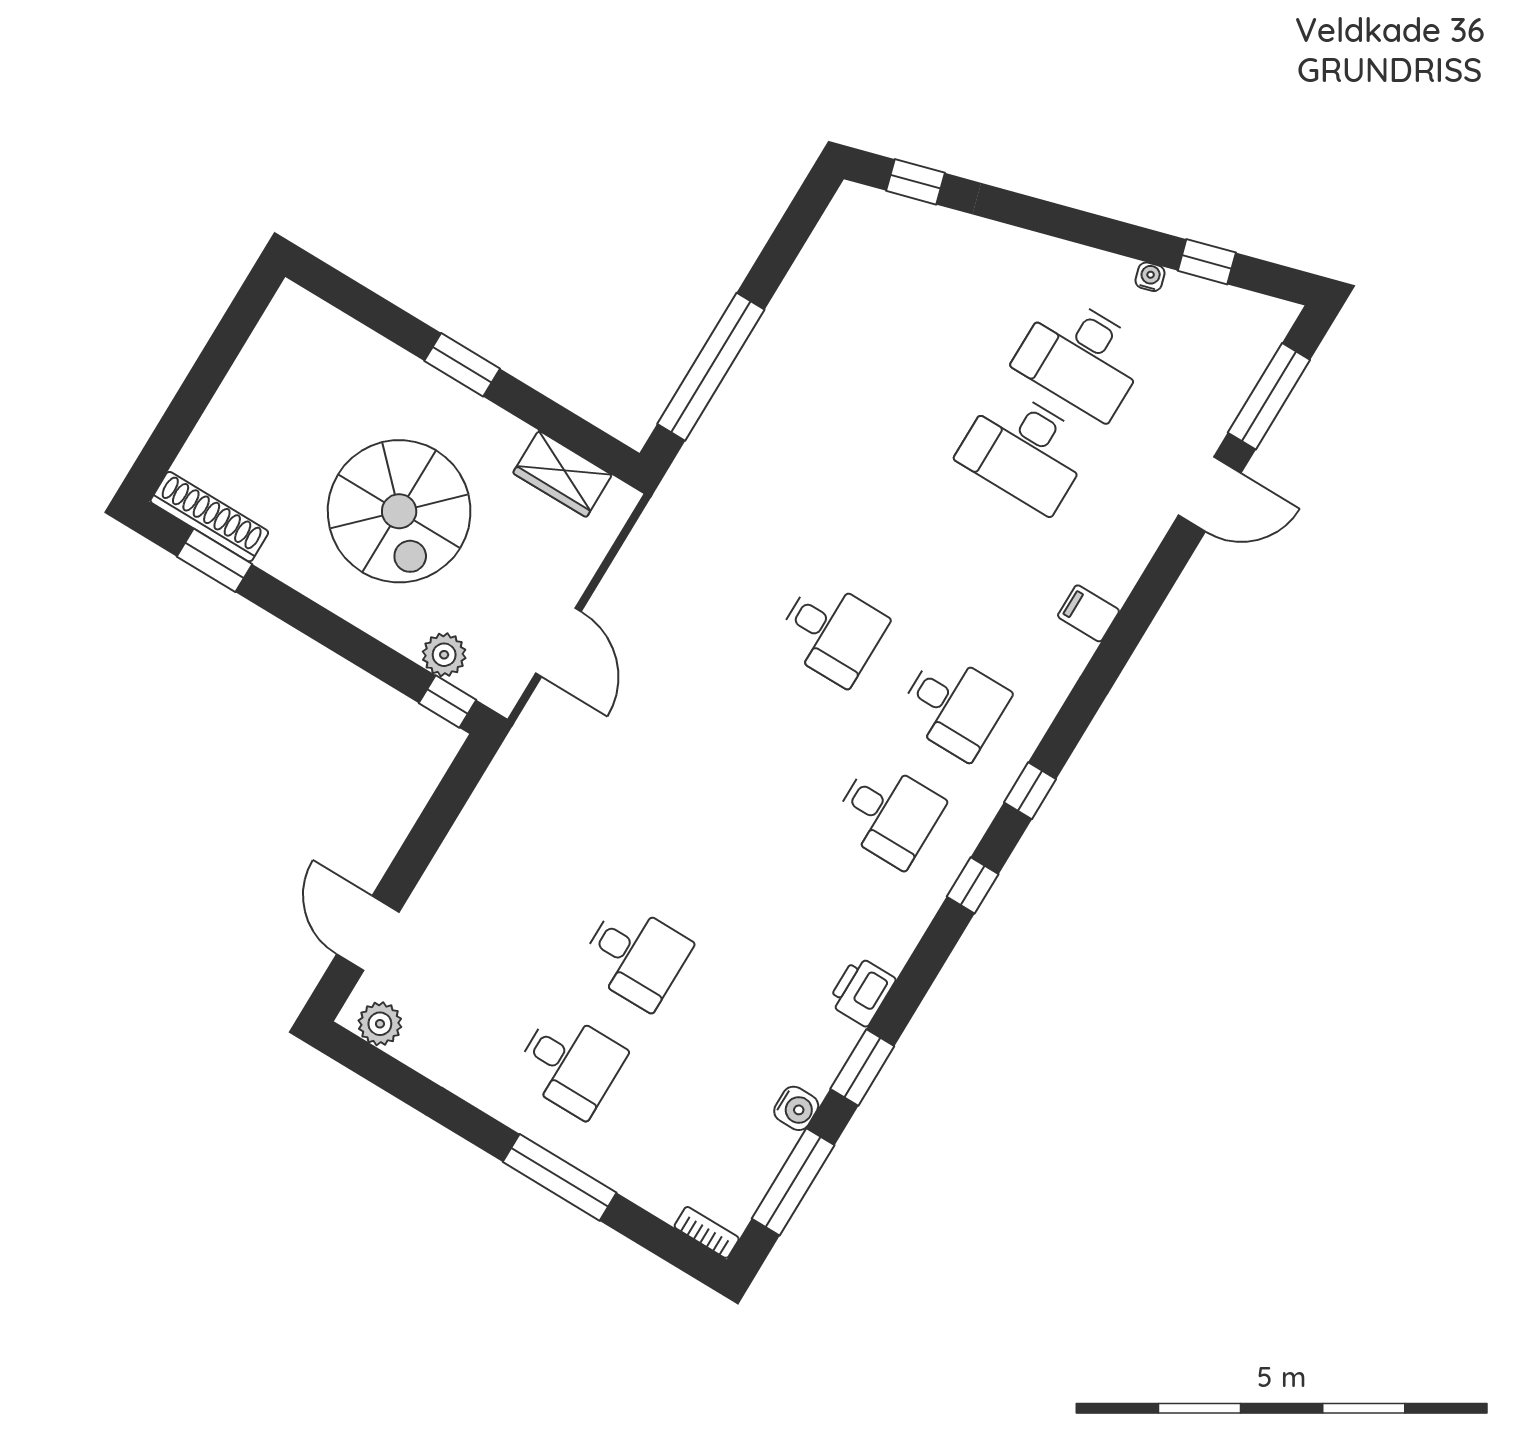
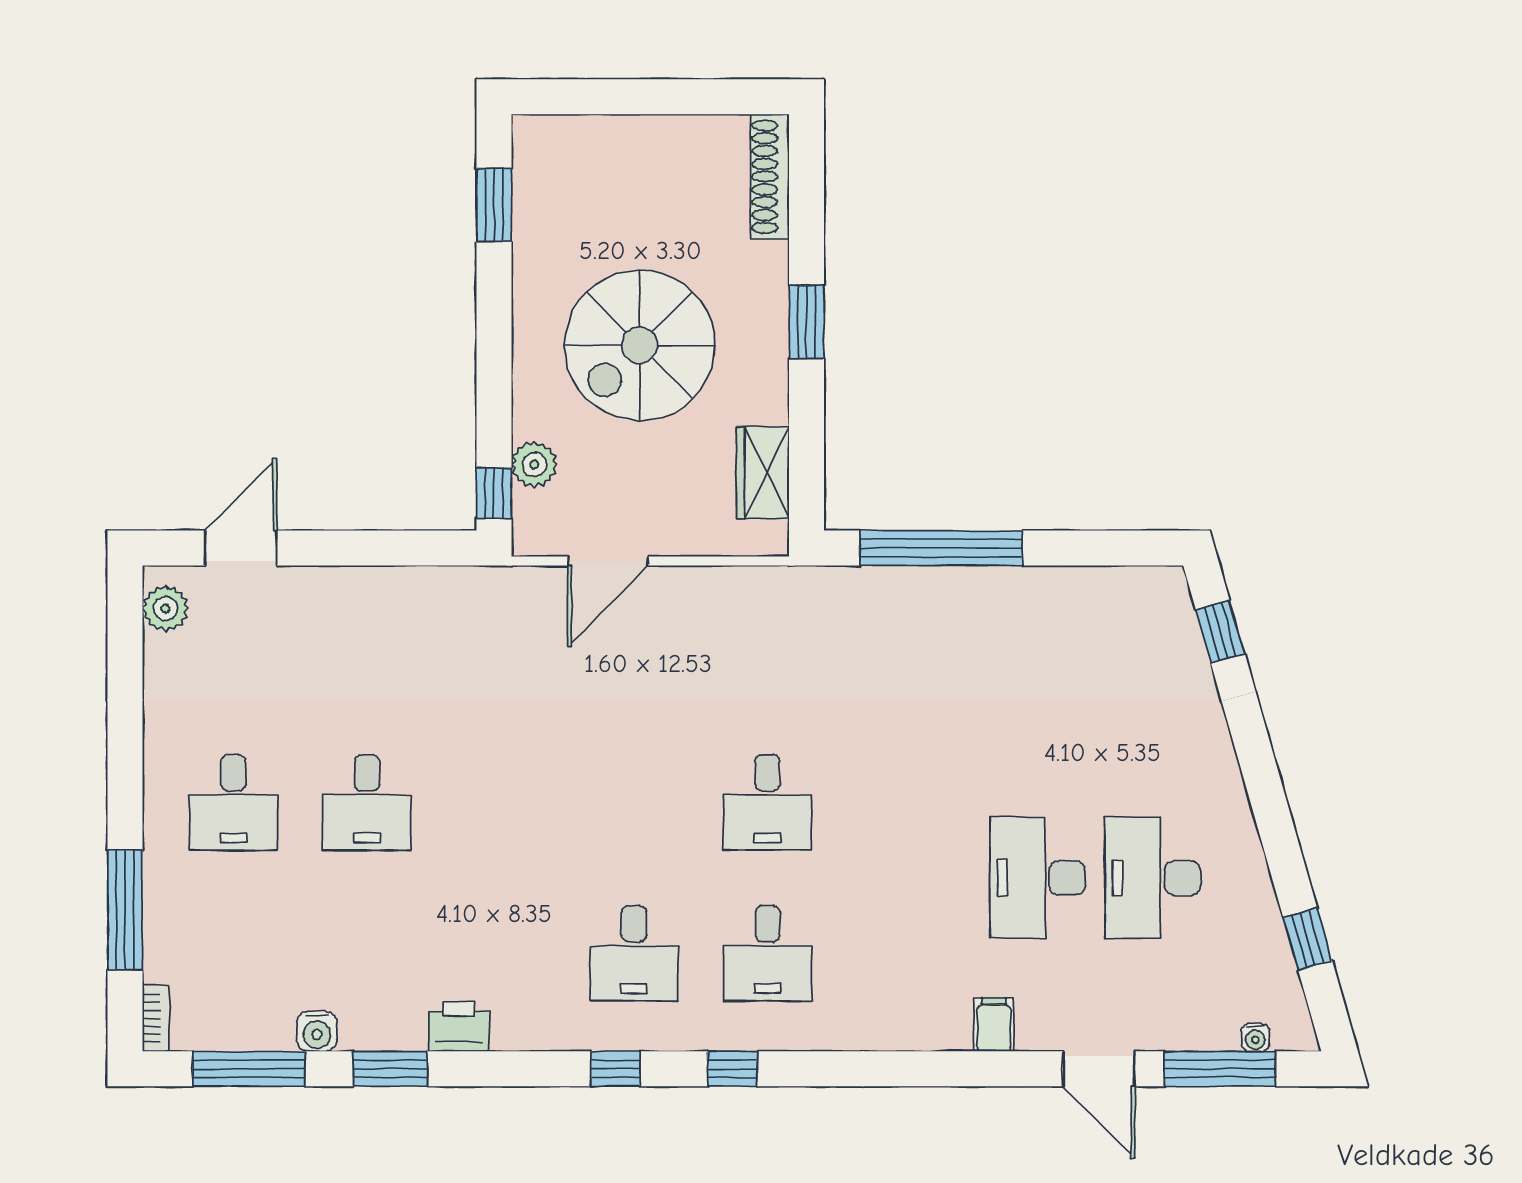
water cooler: (1150, 277) -> (1255, 1038), moved, turned 106
shoe rack: (209, 517) -> (770, 177), moved, turned 180
filing cabinet: (1088, 613) -> (994, 1025), moved
window: (560, 1177) -> (125, 910), moved

